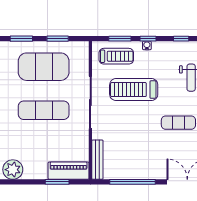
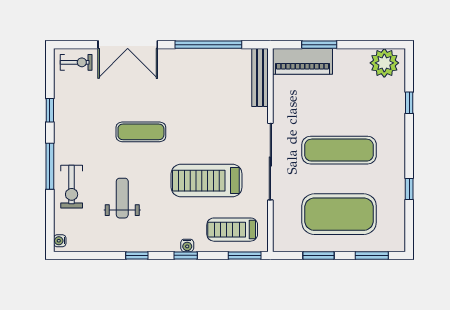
window: (120, 39) -> (245, 255), moved
treadmill: (134, 90) -> (207, 181), turned 180

